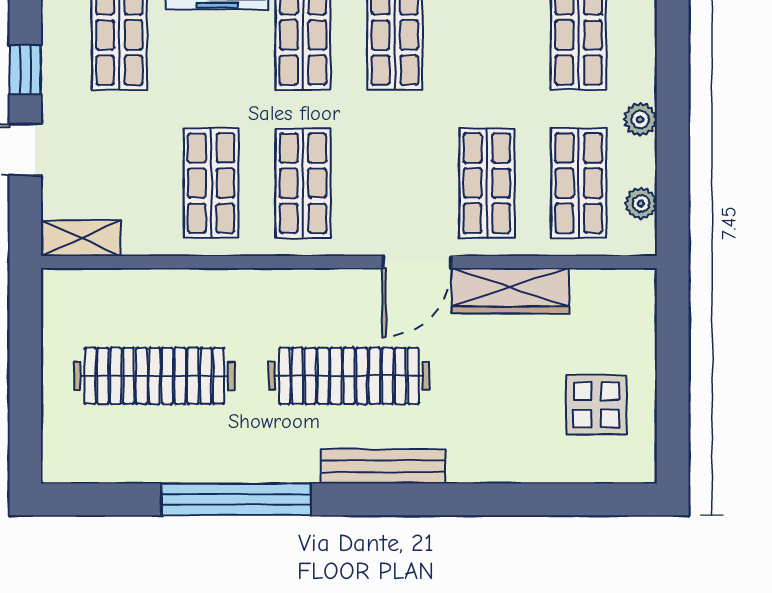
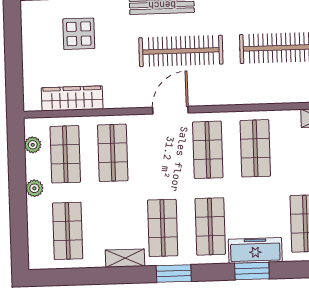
door: (417, 262) -> (170, 110), moved
wardrobe: (511, 291) -> (72, 98), moved
display table: (596, 405) -> (79, 34), moved

